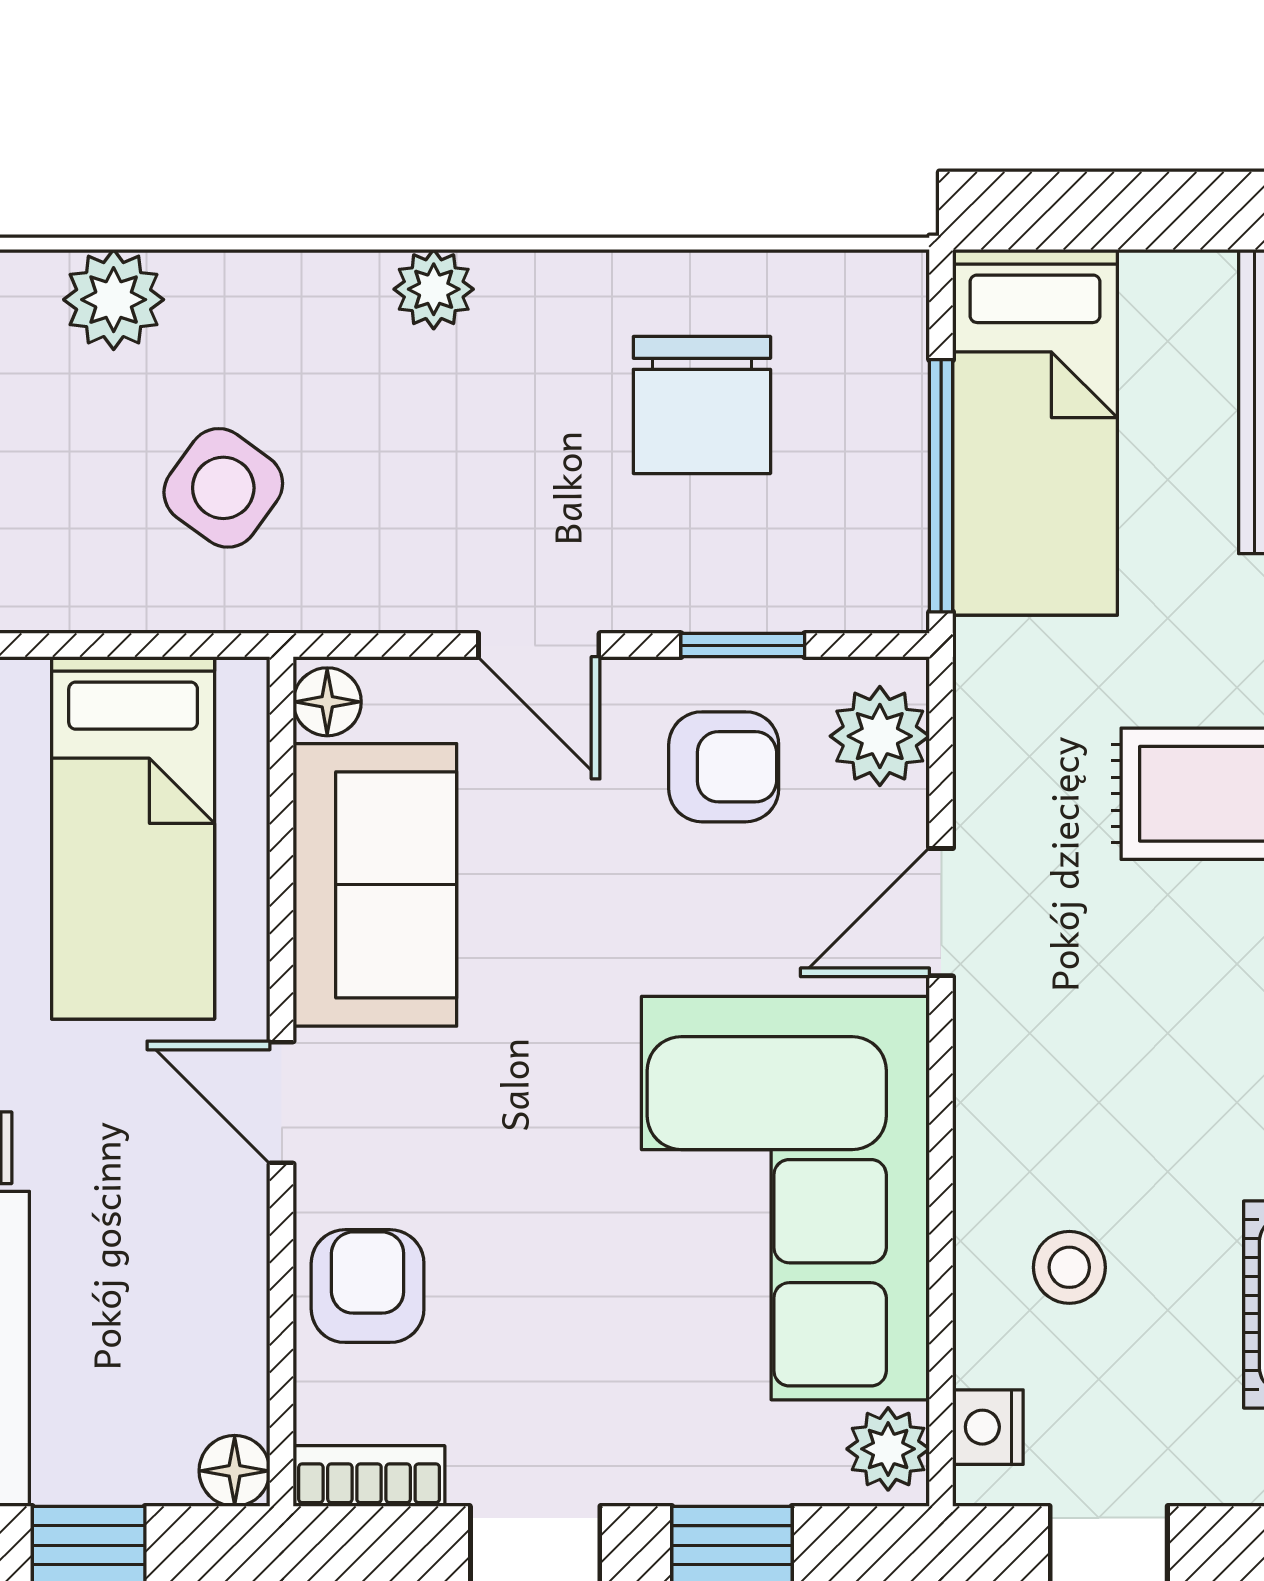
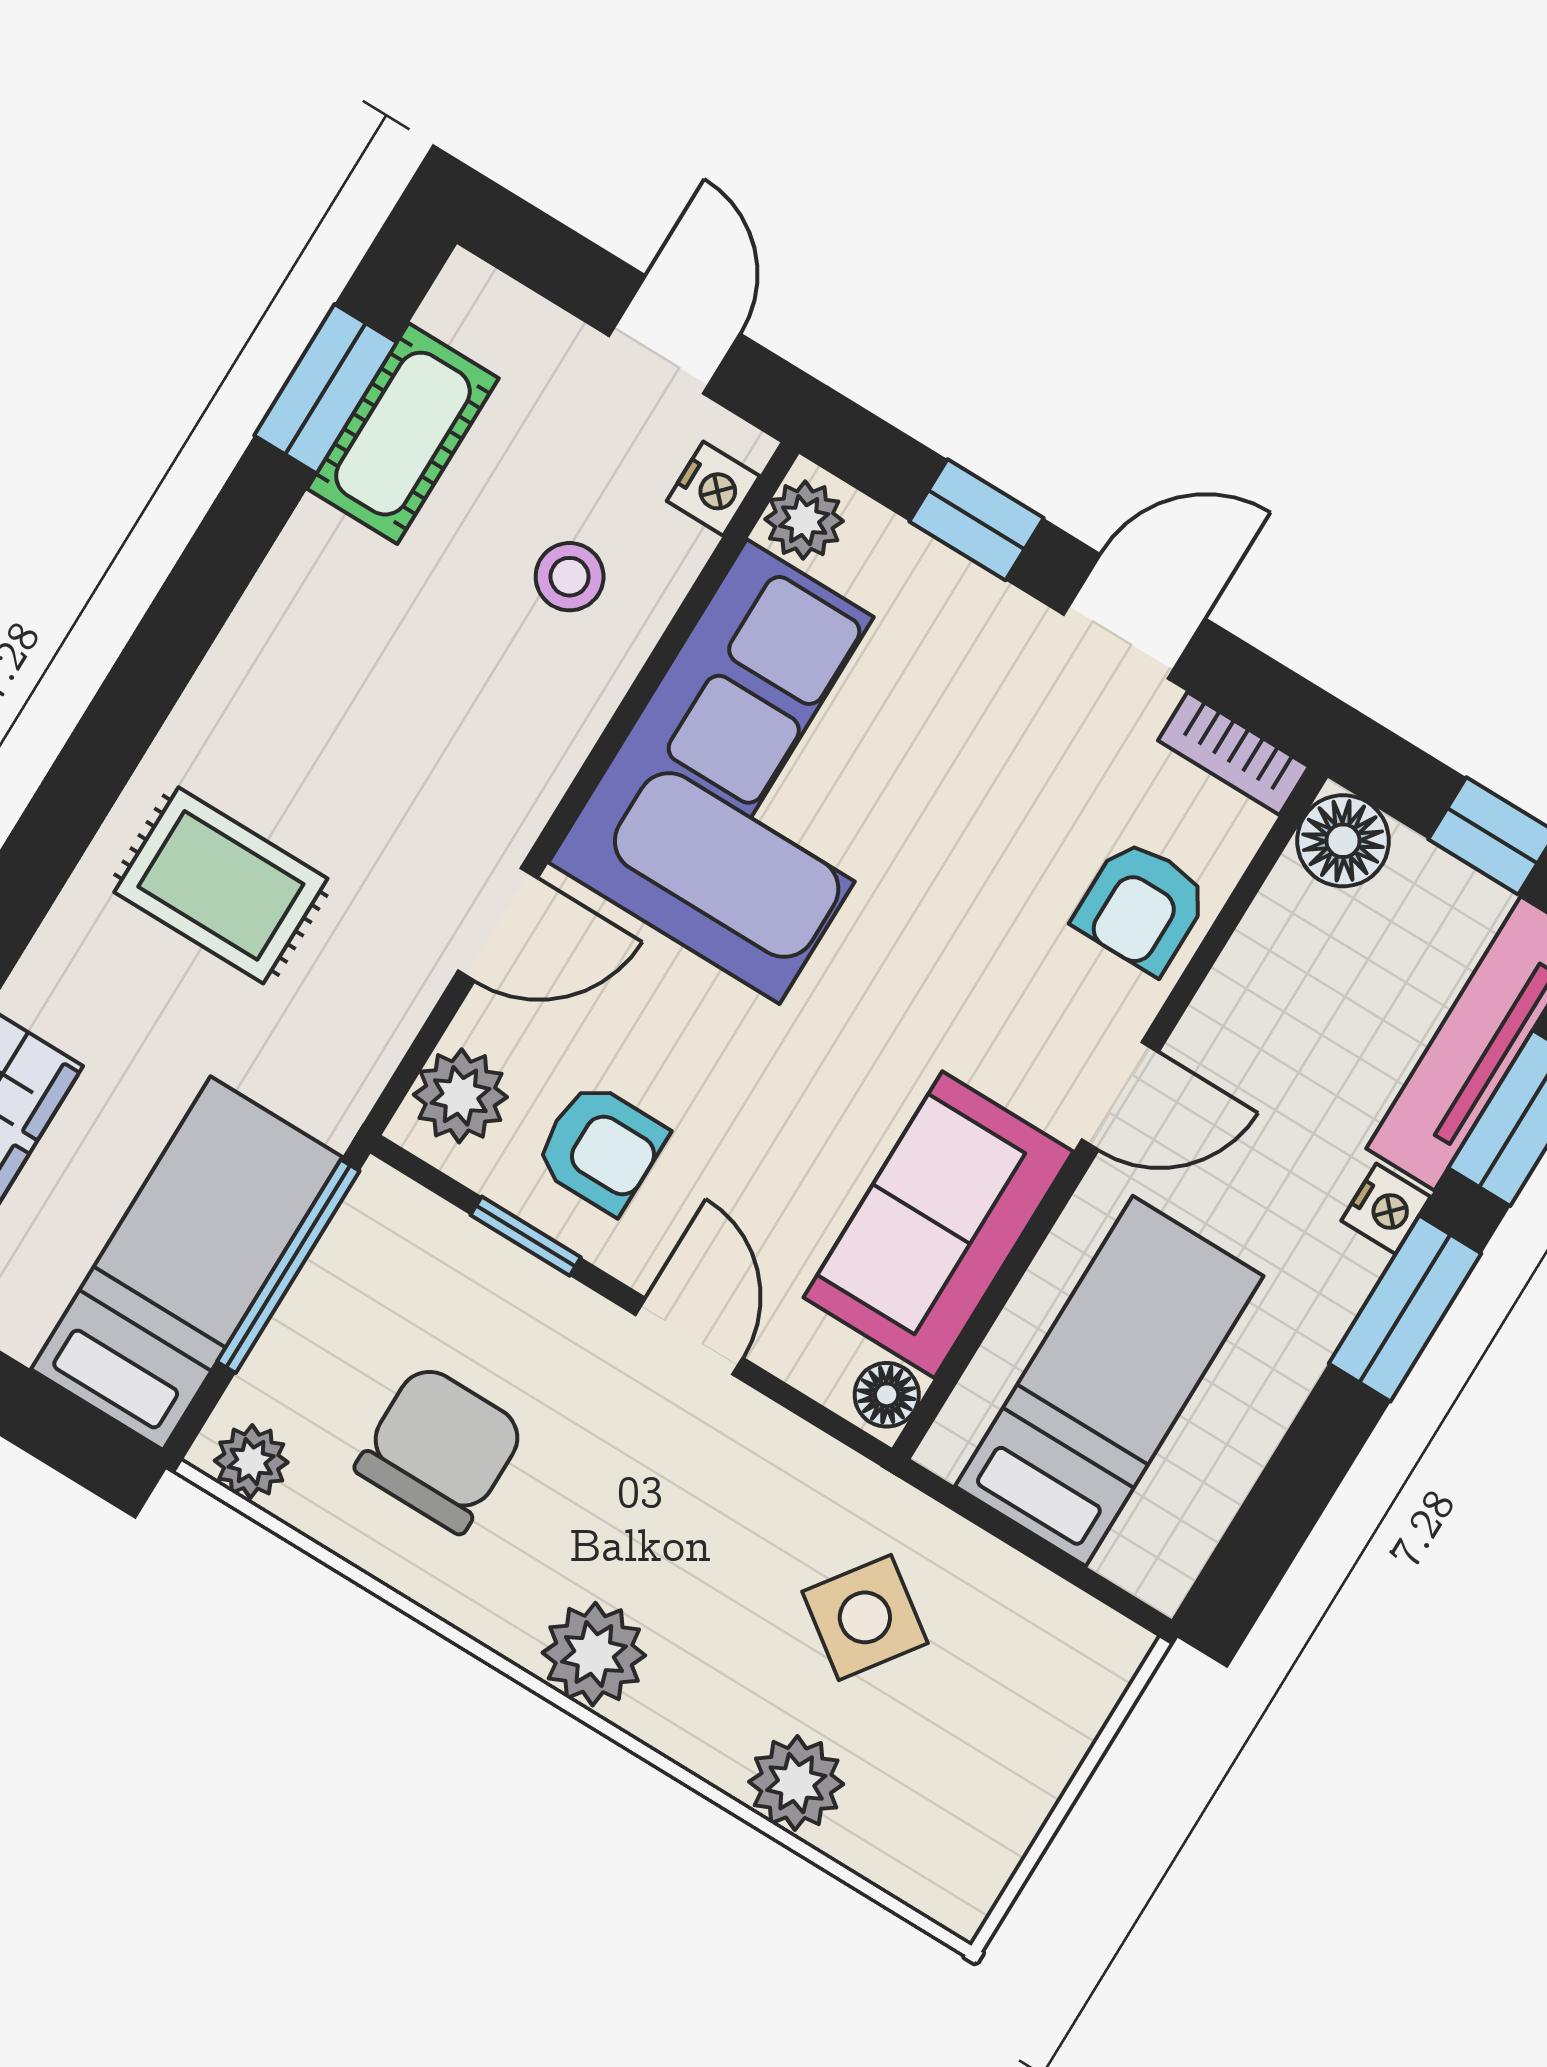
plant: (866, 288) -> (251, 1462), added
plant: (434, 289) -> (594, 1654), width x1.38, depth x1.38
plant: (114, 300) -> (796, 1783), moved
armchair: (724, 767) -> (601, 1148), turned 180
door: (282, 1102) -> (1120, 1096), hinge flipped
floor lamp: (235, 1471) -> (1343, 841), width x1.37, depth x1.37

